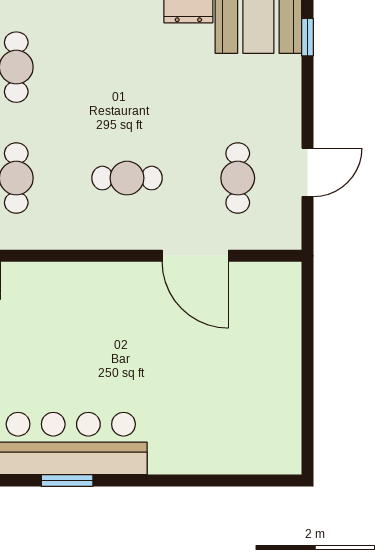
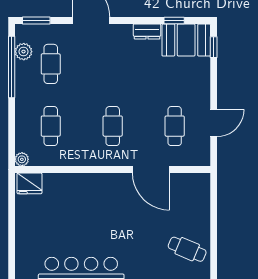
cafe table: (127, 178) -> (113, 126), turned 90
cafe table: (260, 398) -> (187, 249), added

